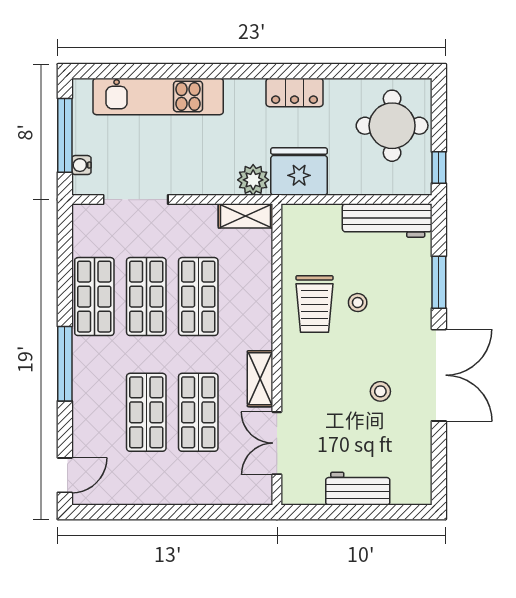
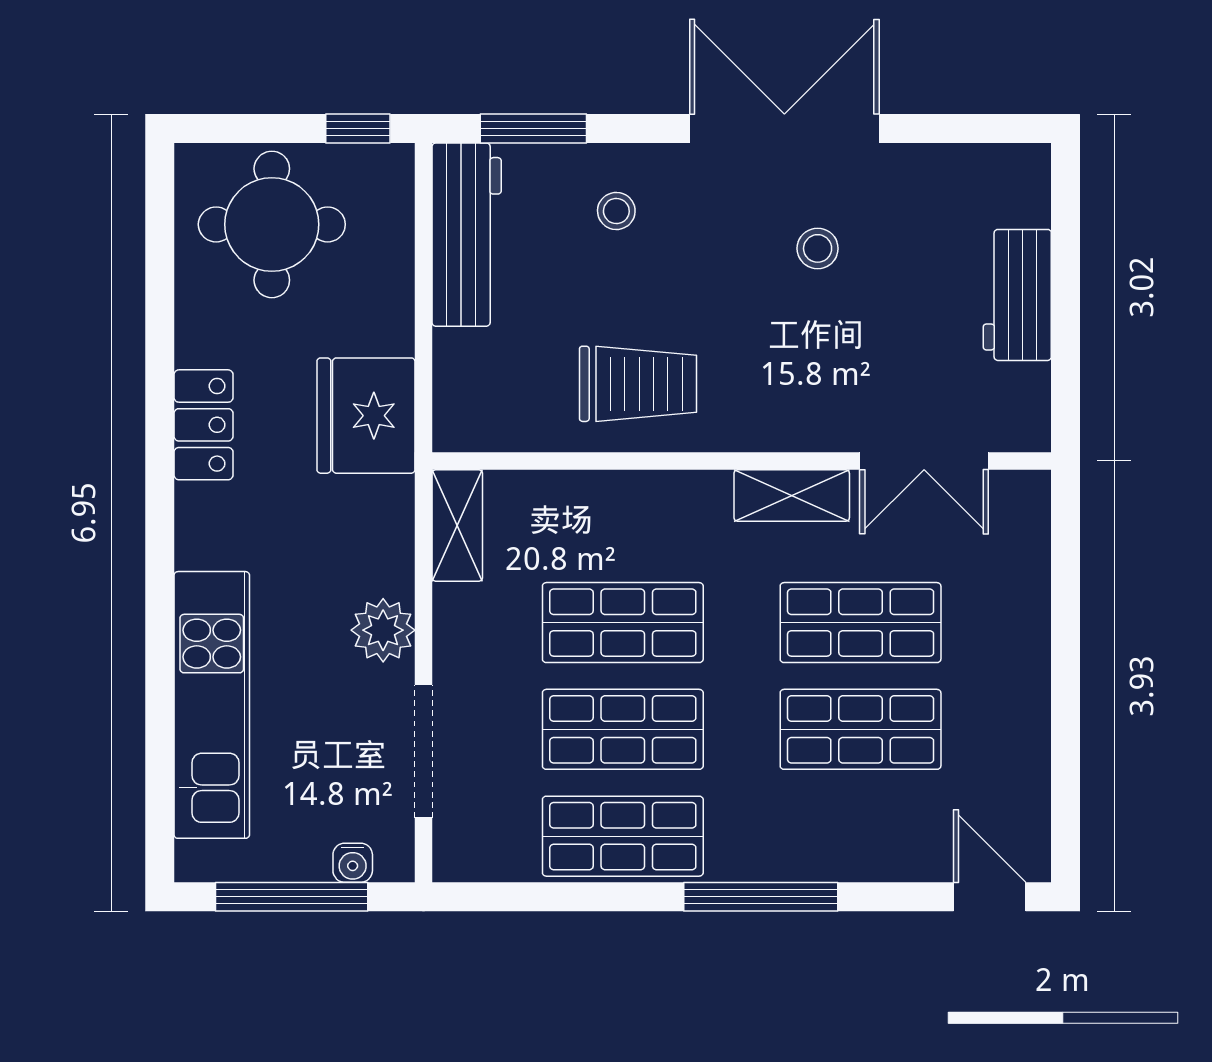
plant: (253, 180) -> (383, 630), moved
window: (439, 282) -> (533, 128), moved
stool: (358, 303) -> (616, 211), moved

